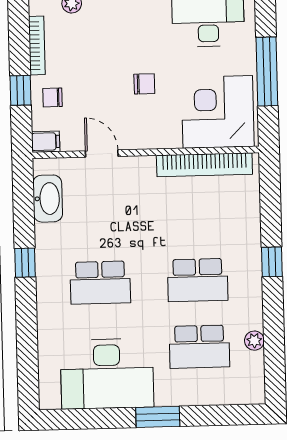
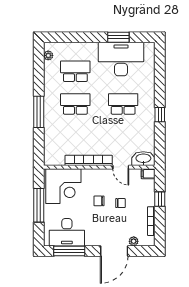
chair: (53, 97) -> (120, 203), moved
bookcase: (204, 165) -> (89, 160), moved
washbasin: (48, 199) -> (143, 159), moved, turned 90
window: (272, 262) -> (39, 112), width x2.17
plant: (254, 341) -> (48, 55), moved
window: (158, 417) -> (118, 37), moved

